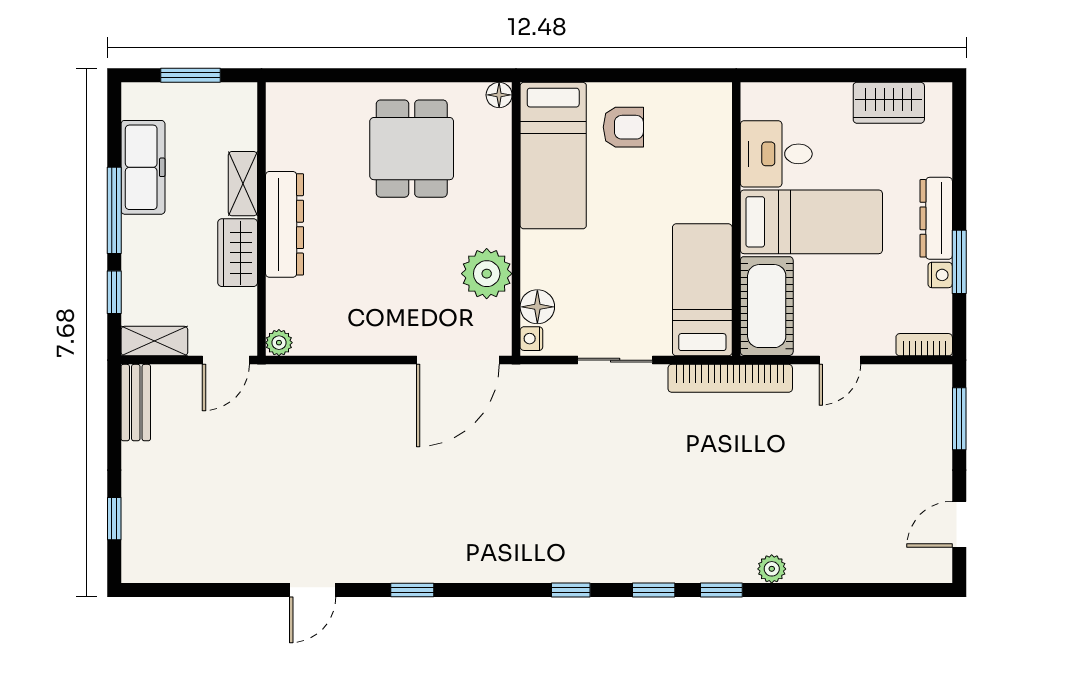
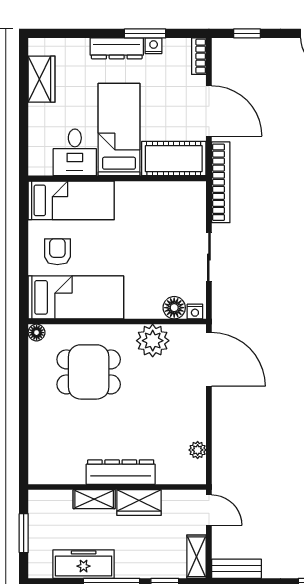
dining table: (412, 149) -> (89, 372), moved
bed: (702, 290) -> (71, 200), moved, turned 180
plant: (279, 343) -> (198, 450), moved
door: (840, 360) -> (209, 111), width x1.88
window: (959, 419) -> (247, 33), width x0.67

